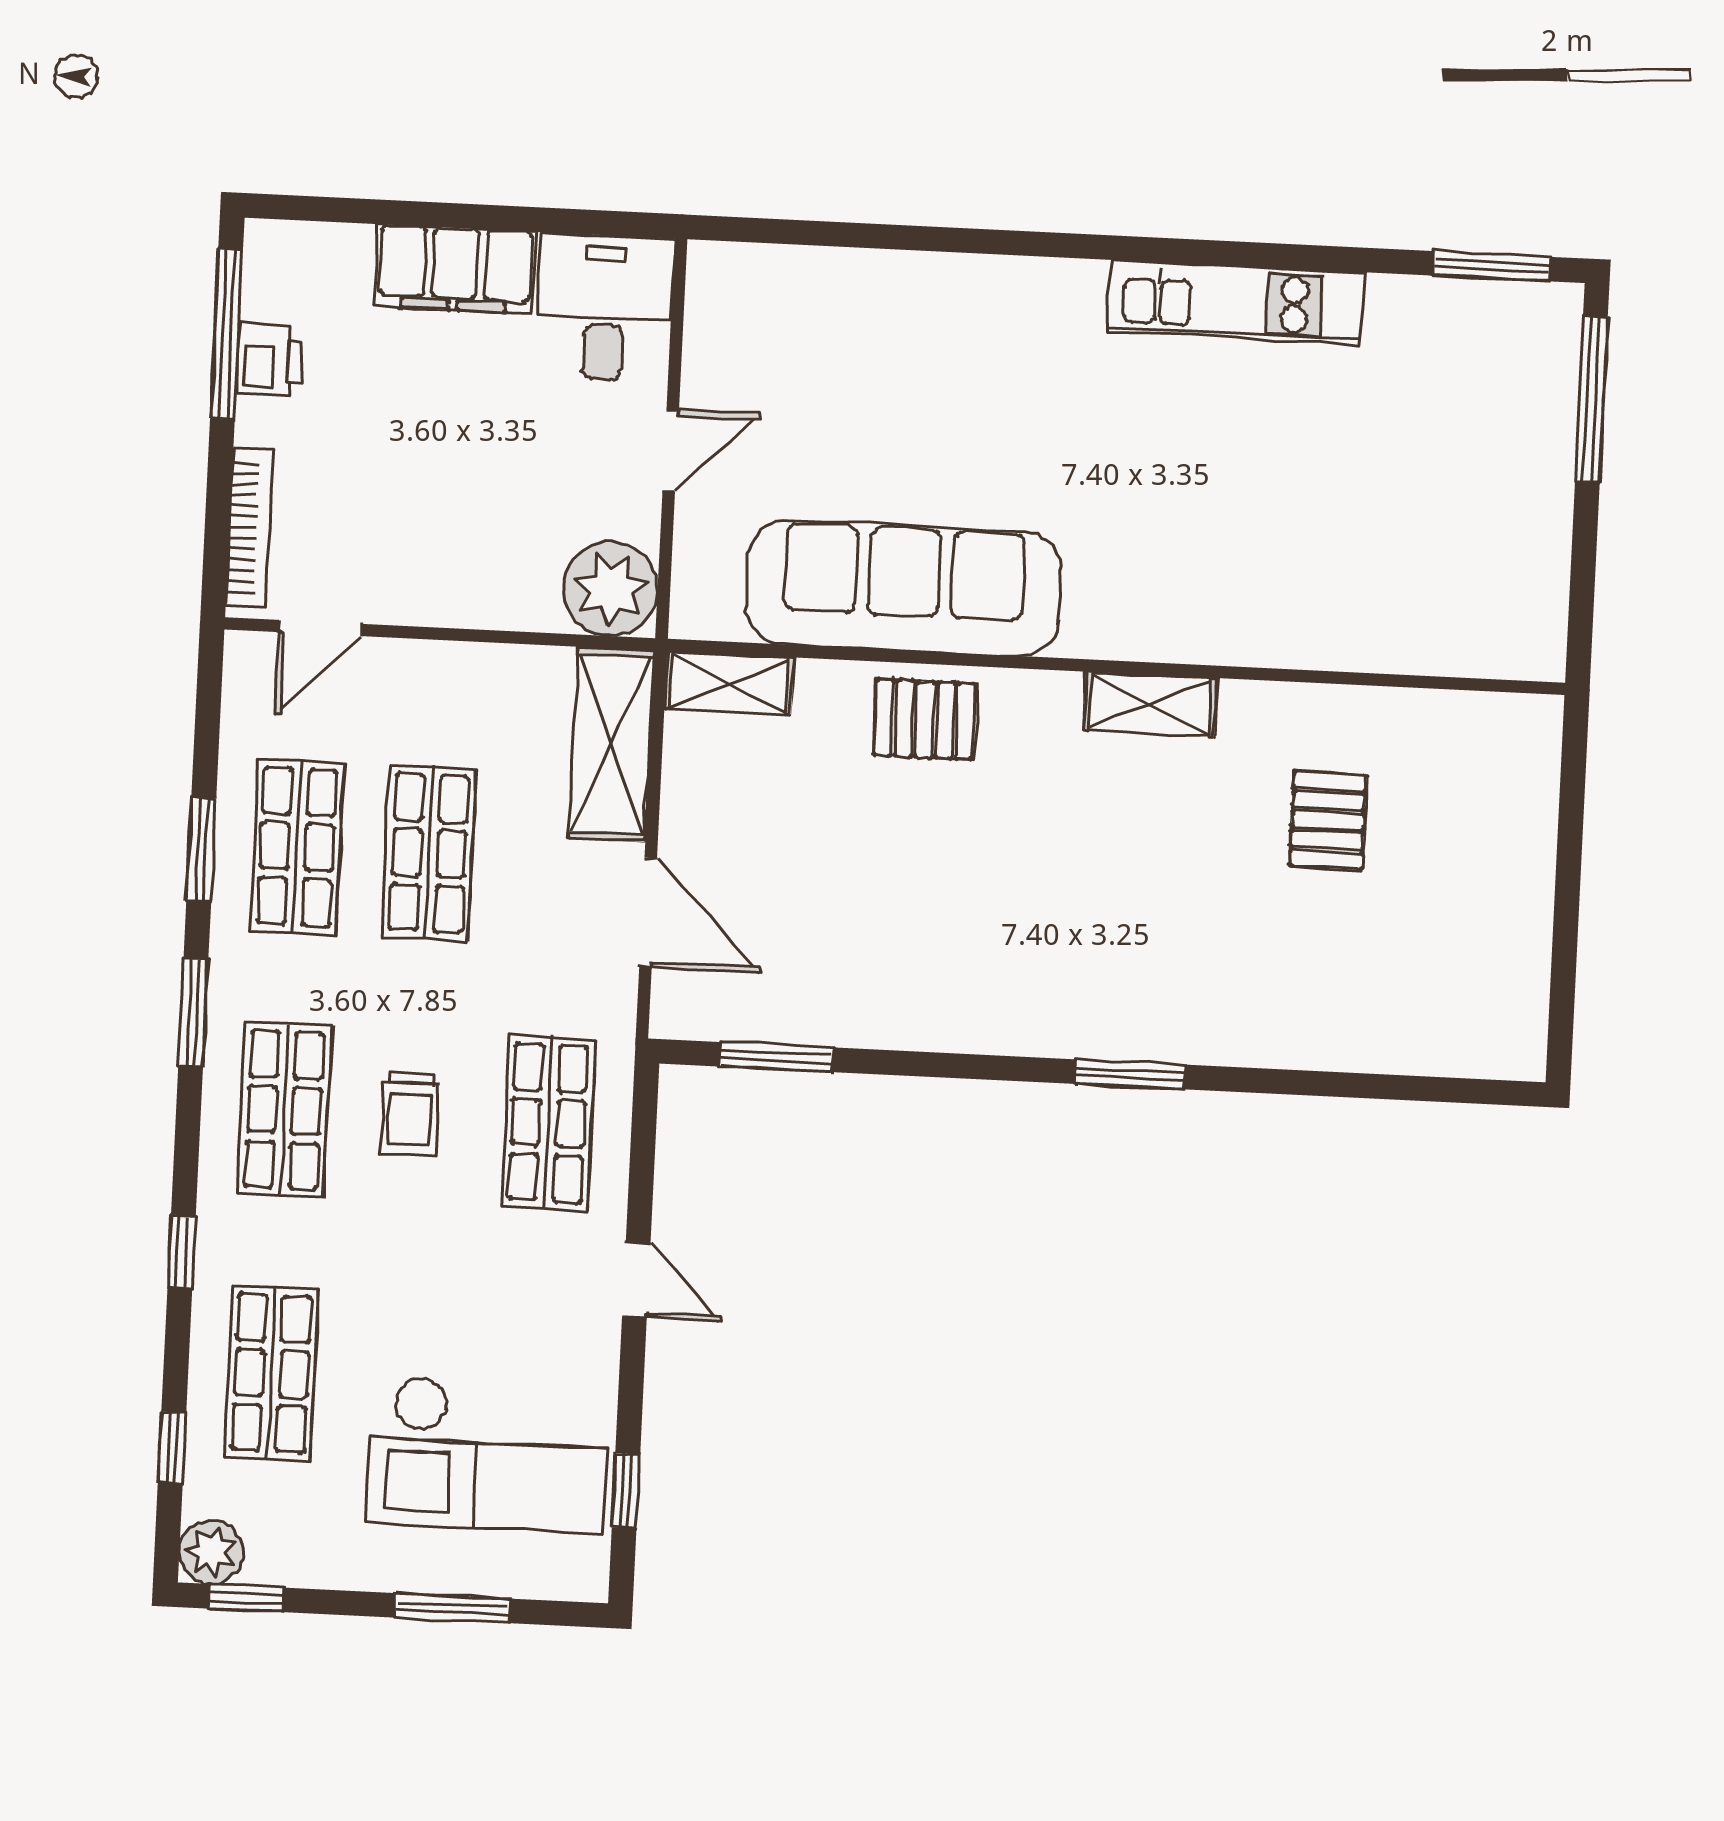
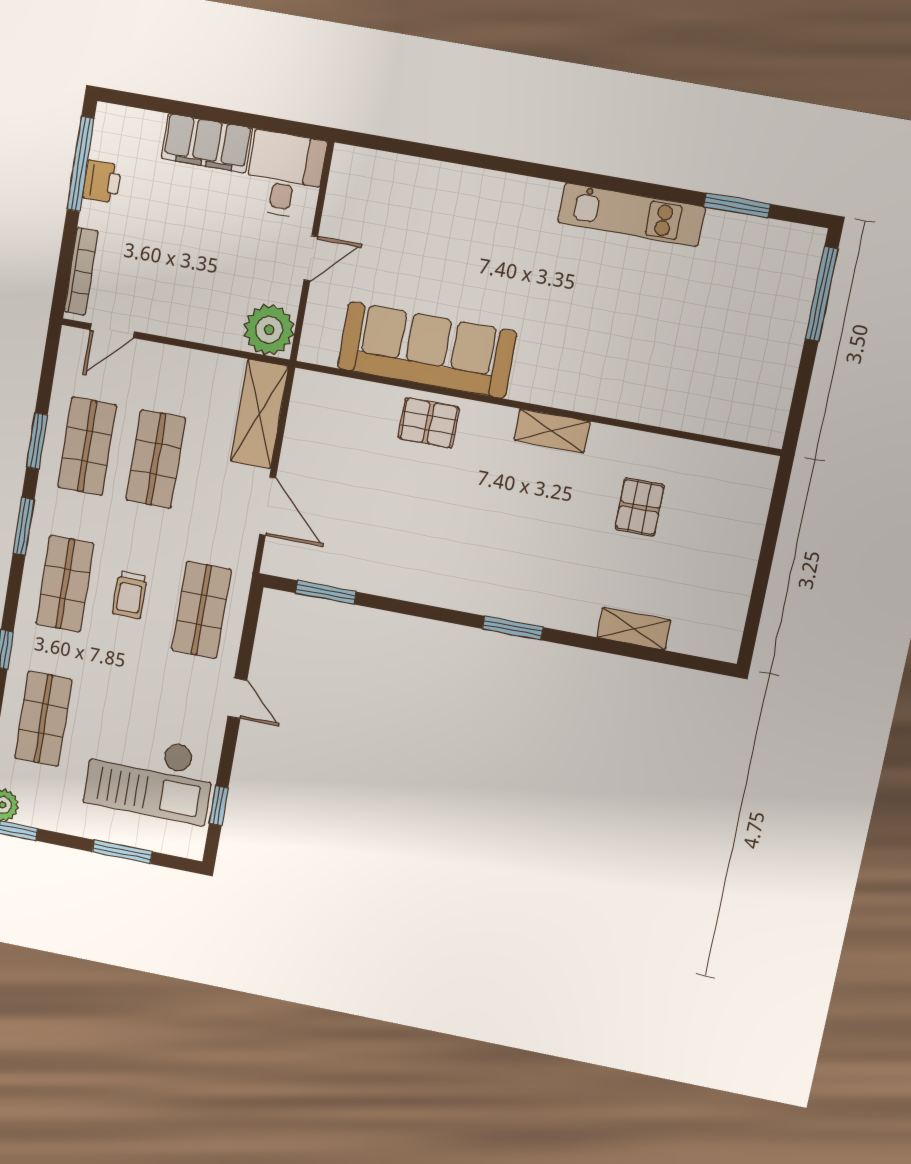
window: (1492, 266) -> (737, 205), moved
shelving: (729, 683) -> (634, 629), moved

